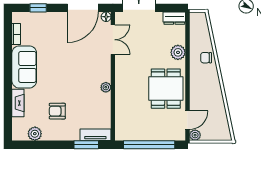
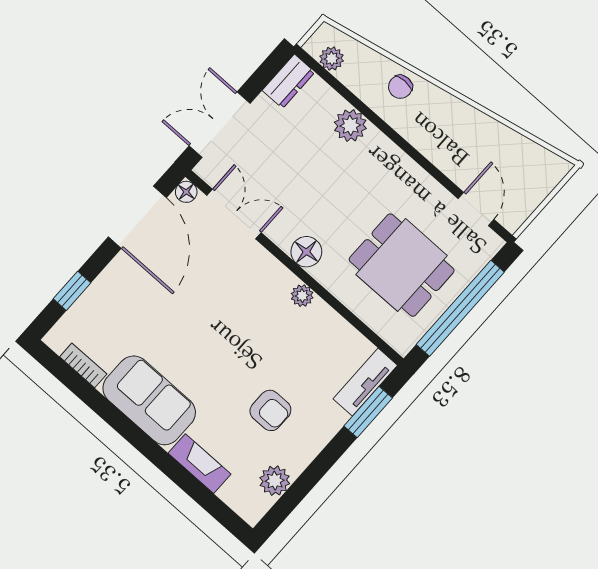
floor lamp: (122, 76) -> (306, 252), added
dining table: (166, 89) -> (402, 265), moved
armchair: (57, 111) -> (270, 410), turned -90
plant: (195, 135) -> (332, 59), moved

